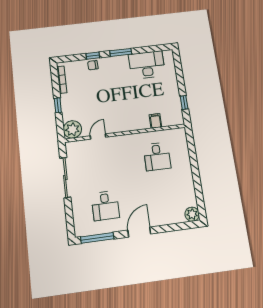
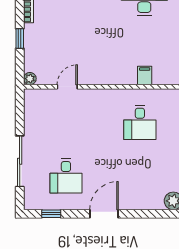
plant: (72, 129) -> (30, 79), width x0.53, depth x0.53
sliding door: (65, 178) -> (20, 161), moved
window: (97, 238) -> (51, 214), width x0.46

